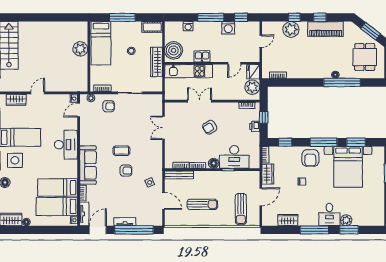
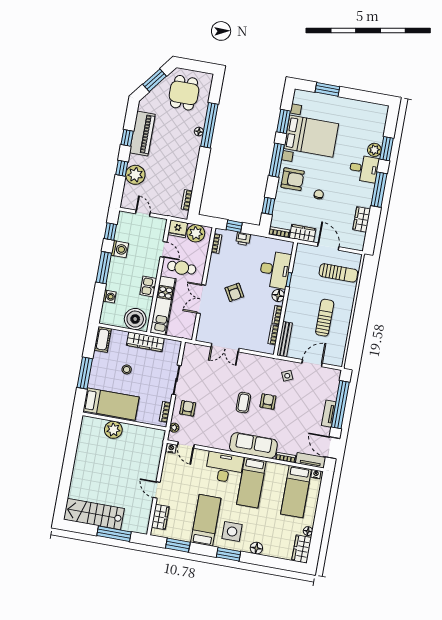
dining table: (365, 57) -> (184, 93), turned 90
cafe table: (222, 81) -> (182, 268), added
bed: (58, 187) -> (251, 483), moved

